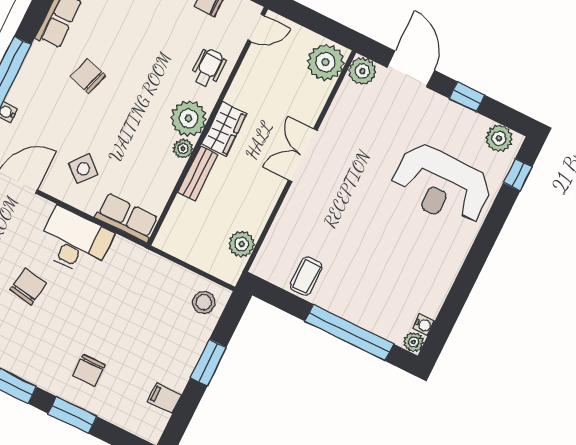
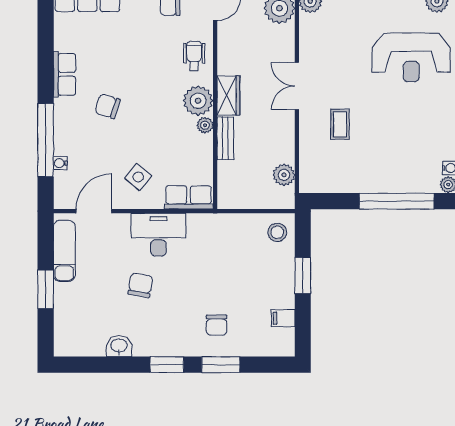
coffee table: (306, 276) -> (340, 124), moved

